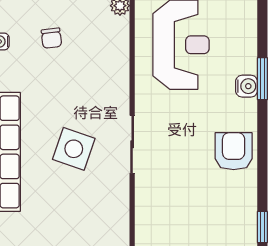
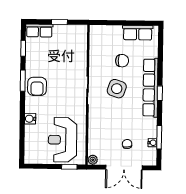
window: (262, 79) -> (23, 81), moved
chair: (64, 205) -> (122, 61), added

